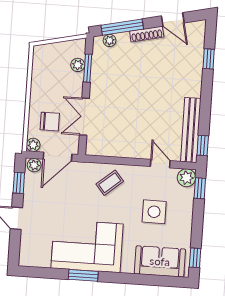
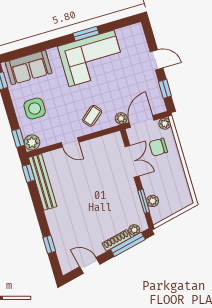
shoe rack: (147, 34) -> (116, 240), moved
door: (160, 164) -> (70, 142), moved
plant: (34, 165) -> (121, 118), moved
side table: (154, 212) -> (35, 108), moved

